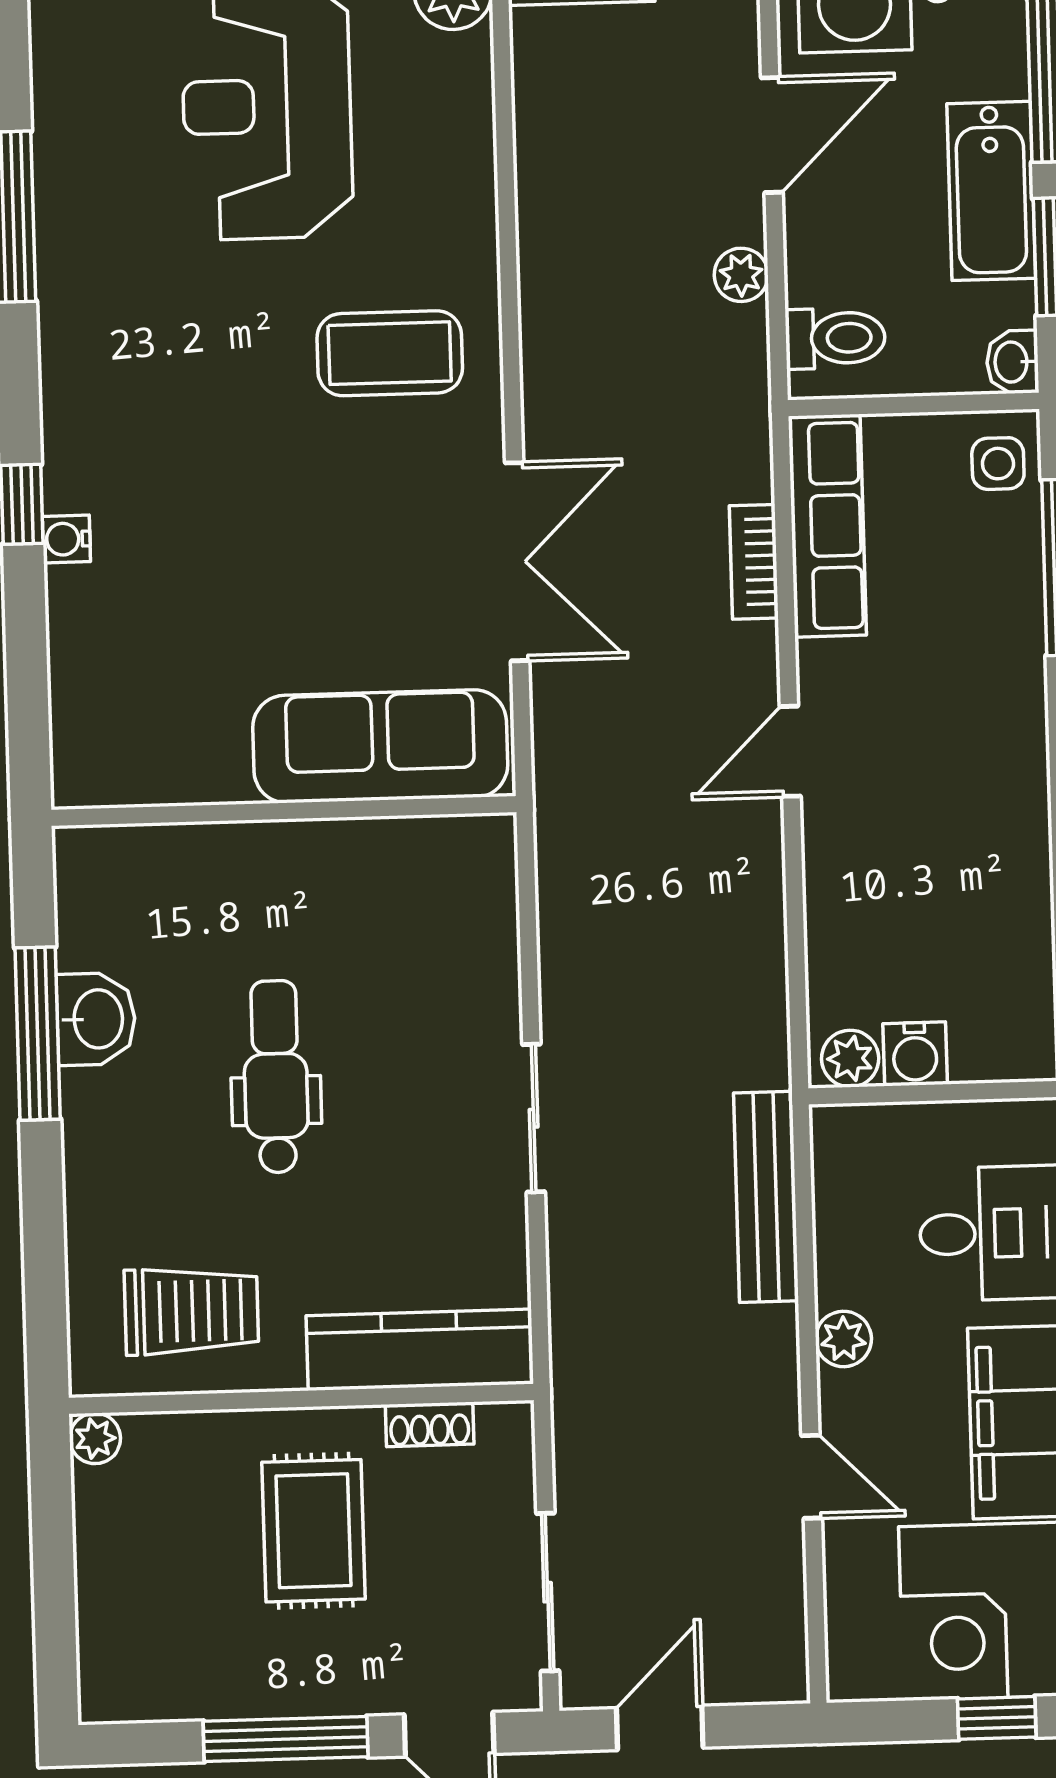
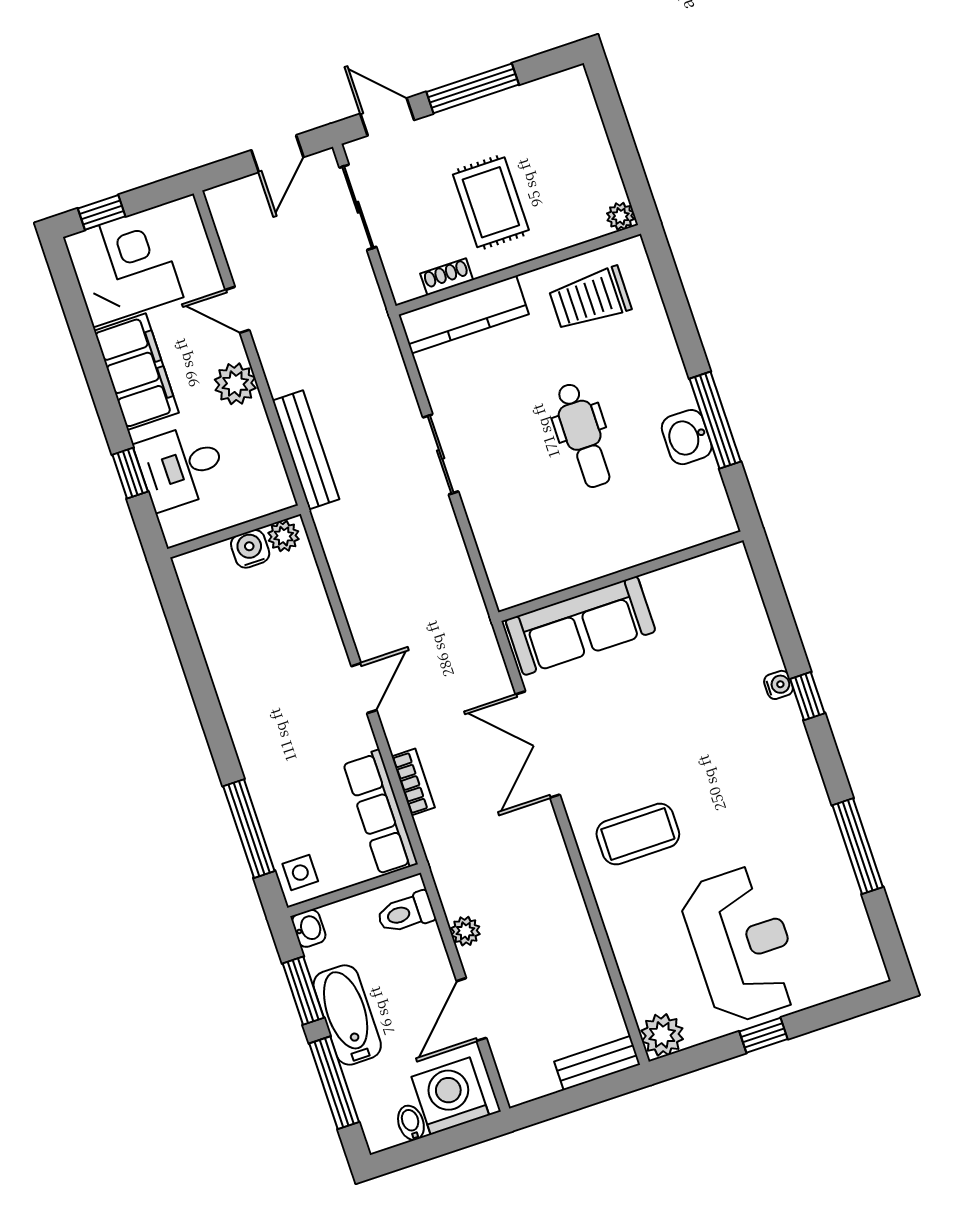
plant: (843, 1339) -> (235, 384), width x1.38, depth x1.38

